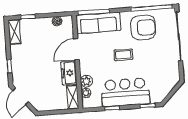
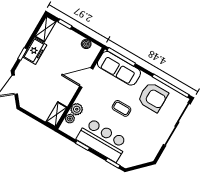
freezer: (69, 73) -> (35, 51), moved, turned 180

